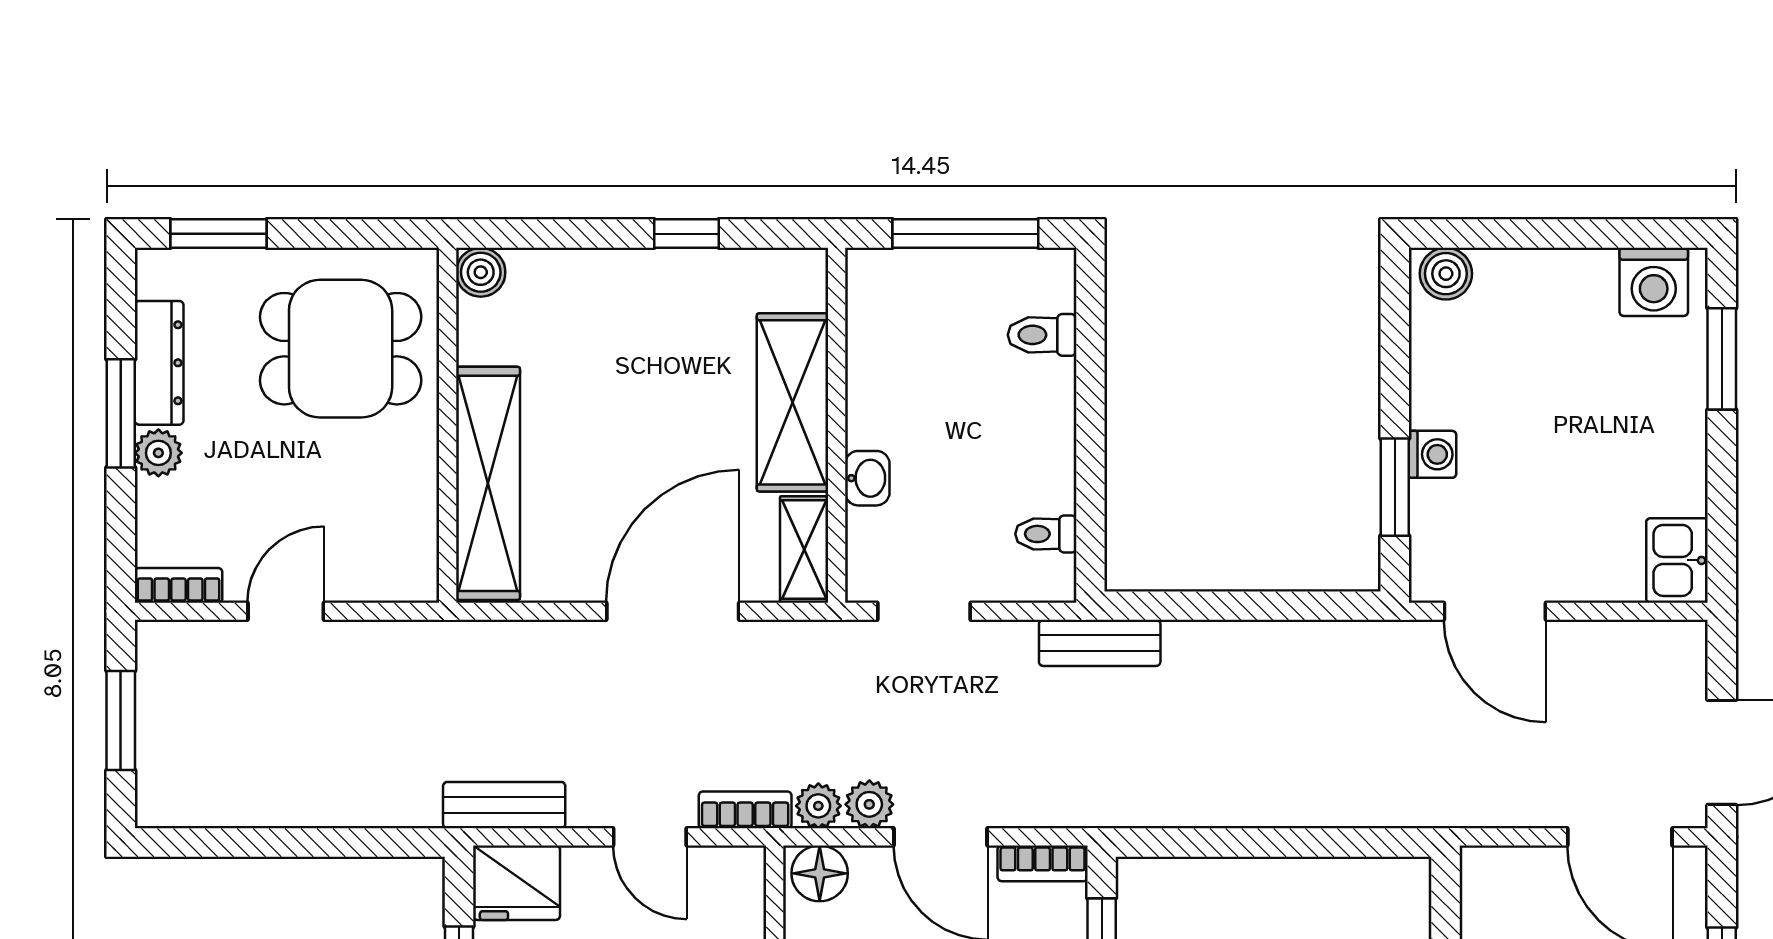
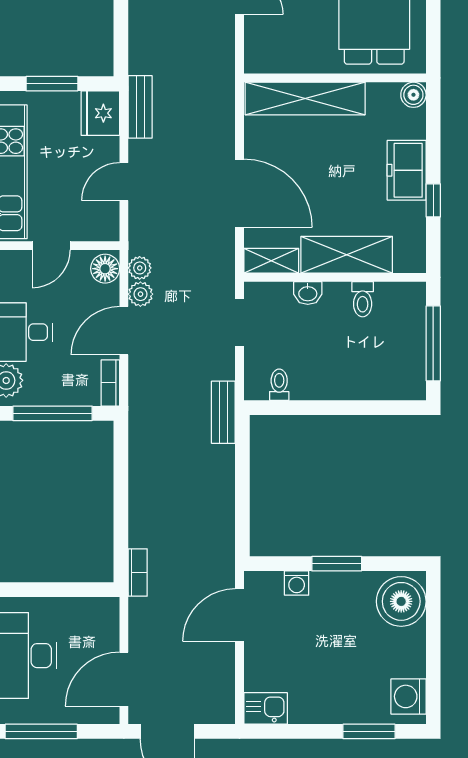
boiler: (1446, 274) -> (401, 601), width x1.86, depth x1.86
freezer: (628, 285) -> (407, 170), added
toilet: (1042, 335) -> (363, 299), moved, turned 180
washing machine: (1433, 454) -> (297, 583), moved
window: (1395, 487) -> (337, 564), moved
bookcase: (745, 810) -> (138, 572), moved

